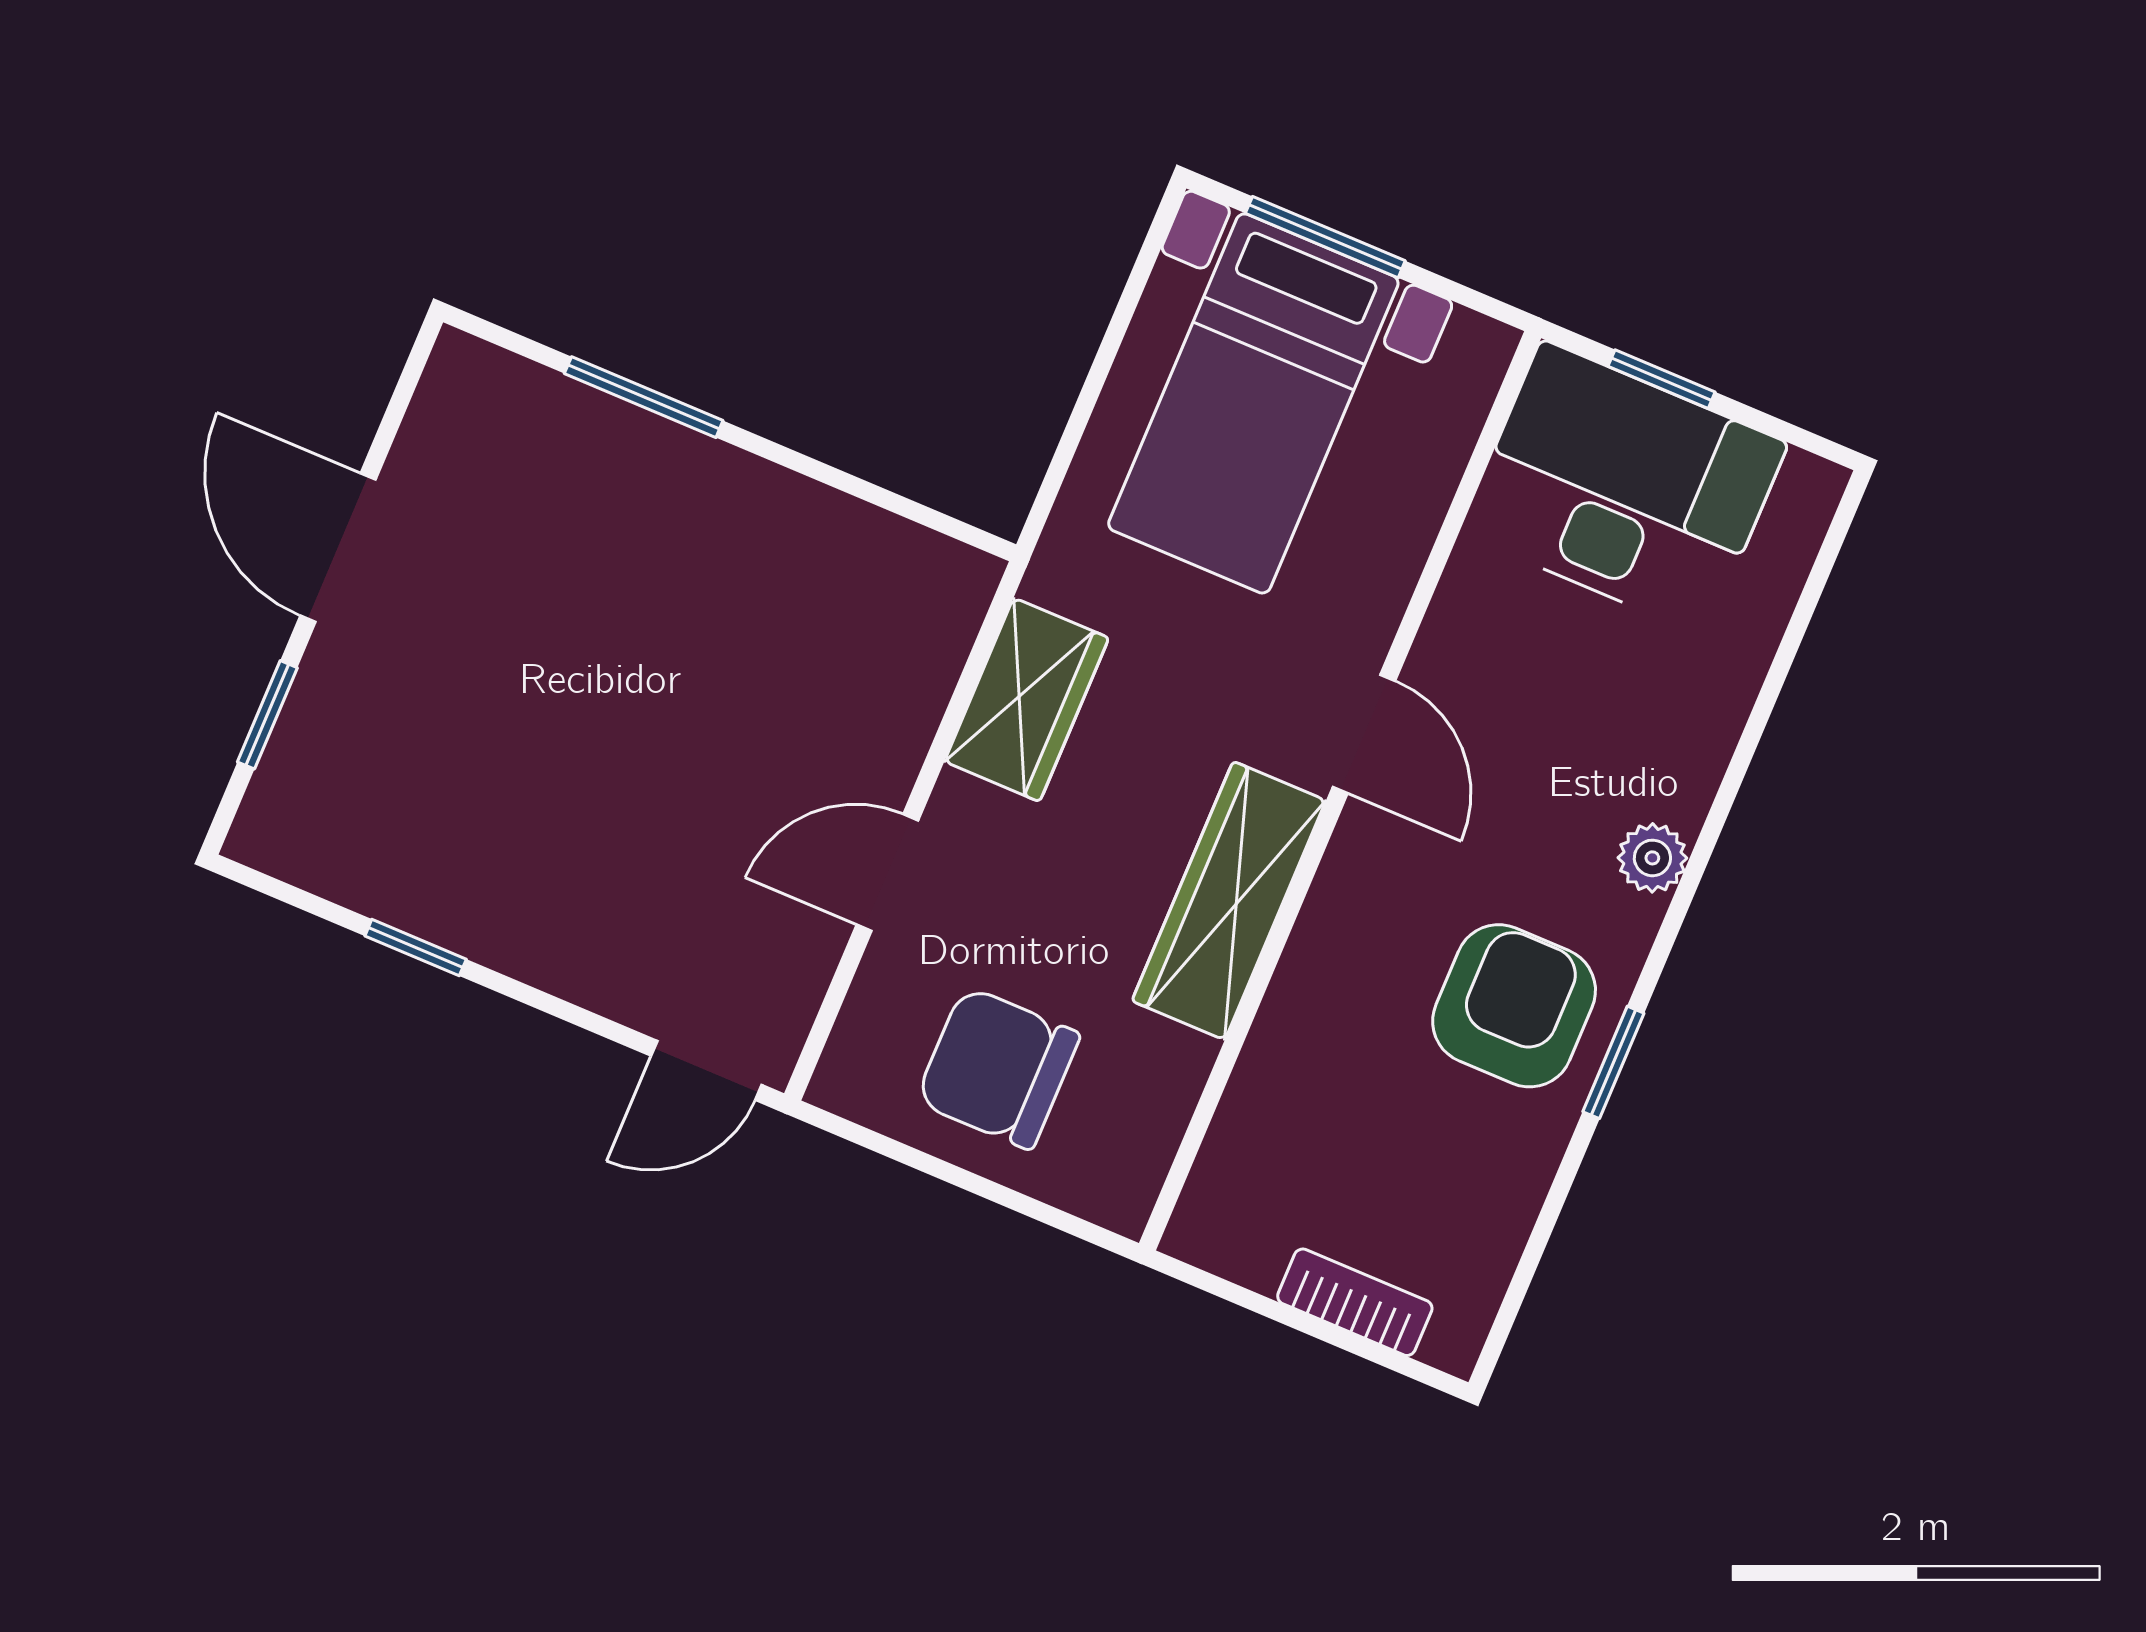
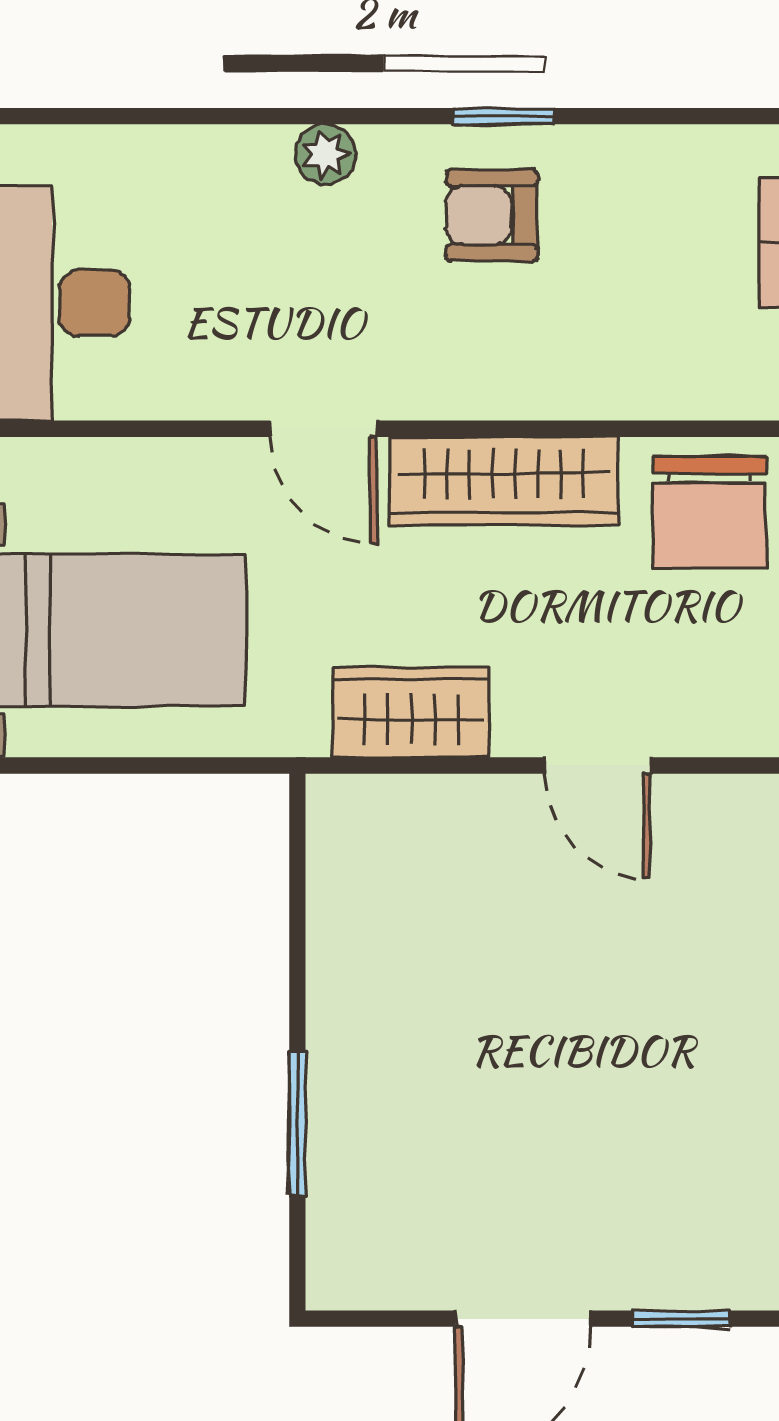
door: (1364, 734) -> (324, 429), swing flipped
armchair: (1514, 1006) -> (492, 215), width x0.72, depth x0.72
chair: (998, 1068) -> (710, 512), moved

